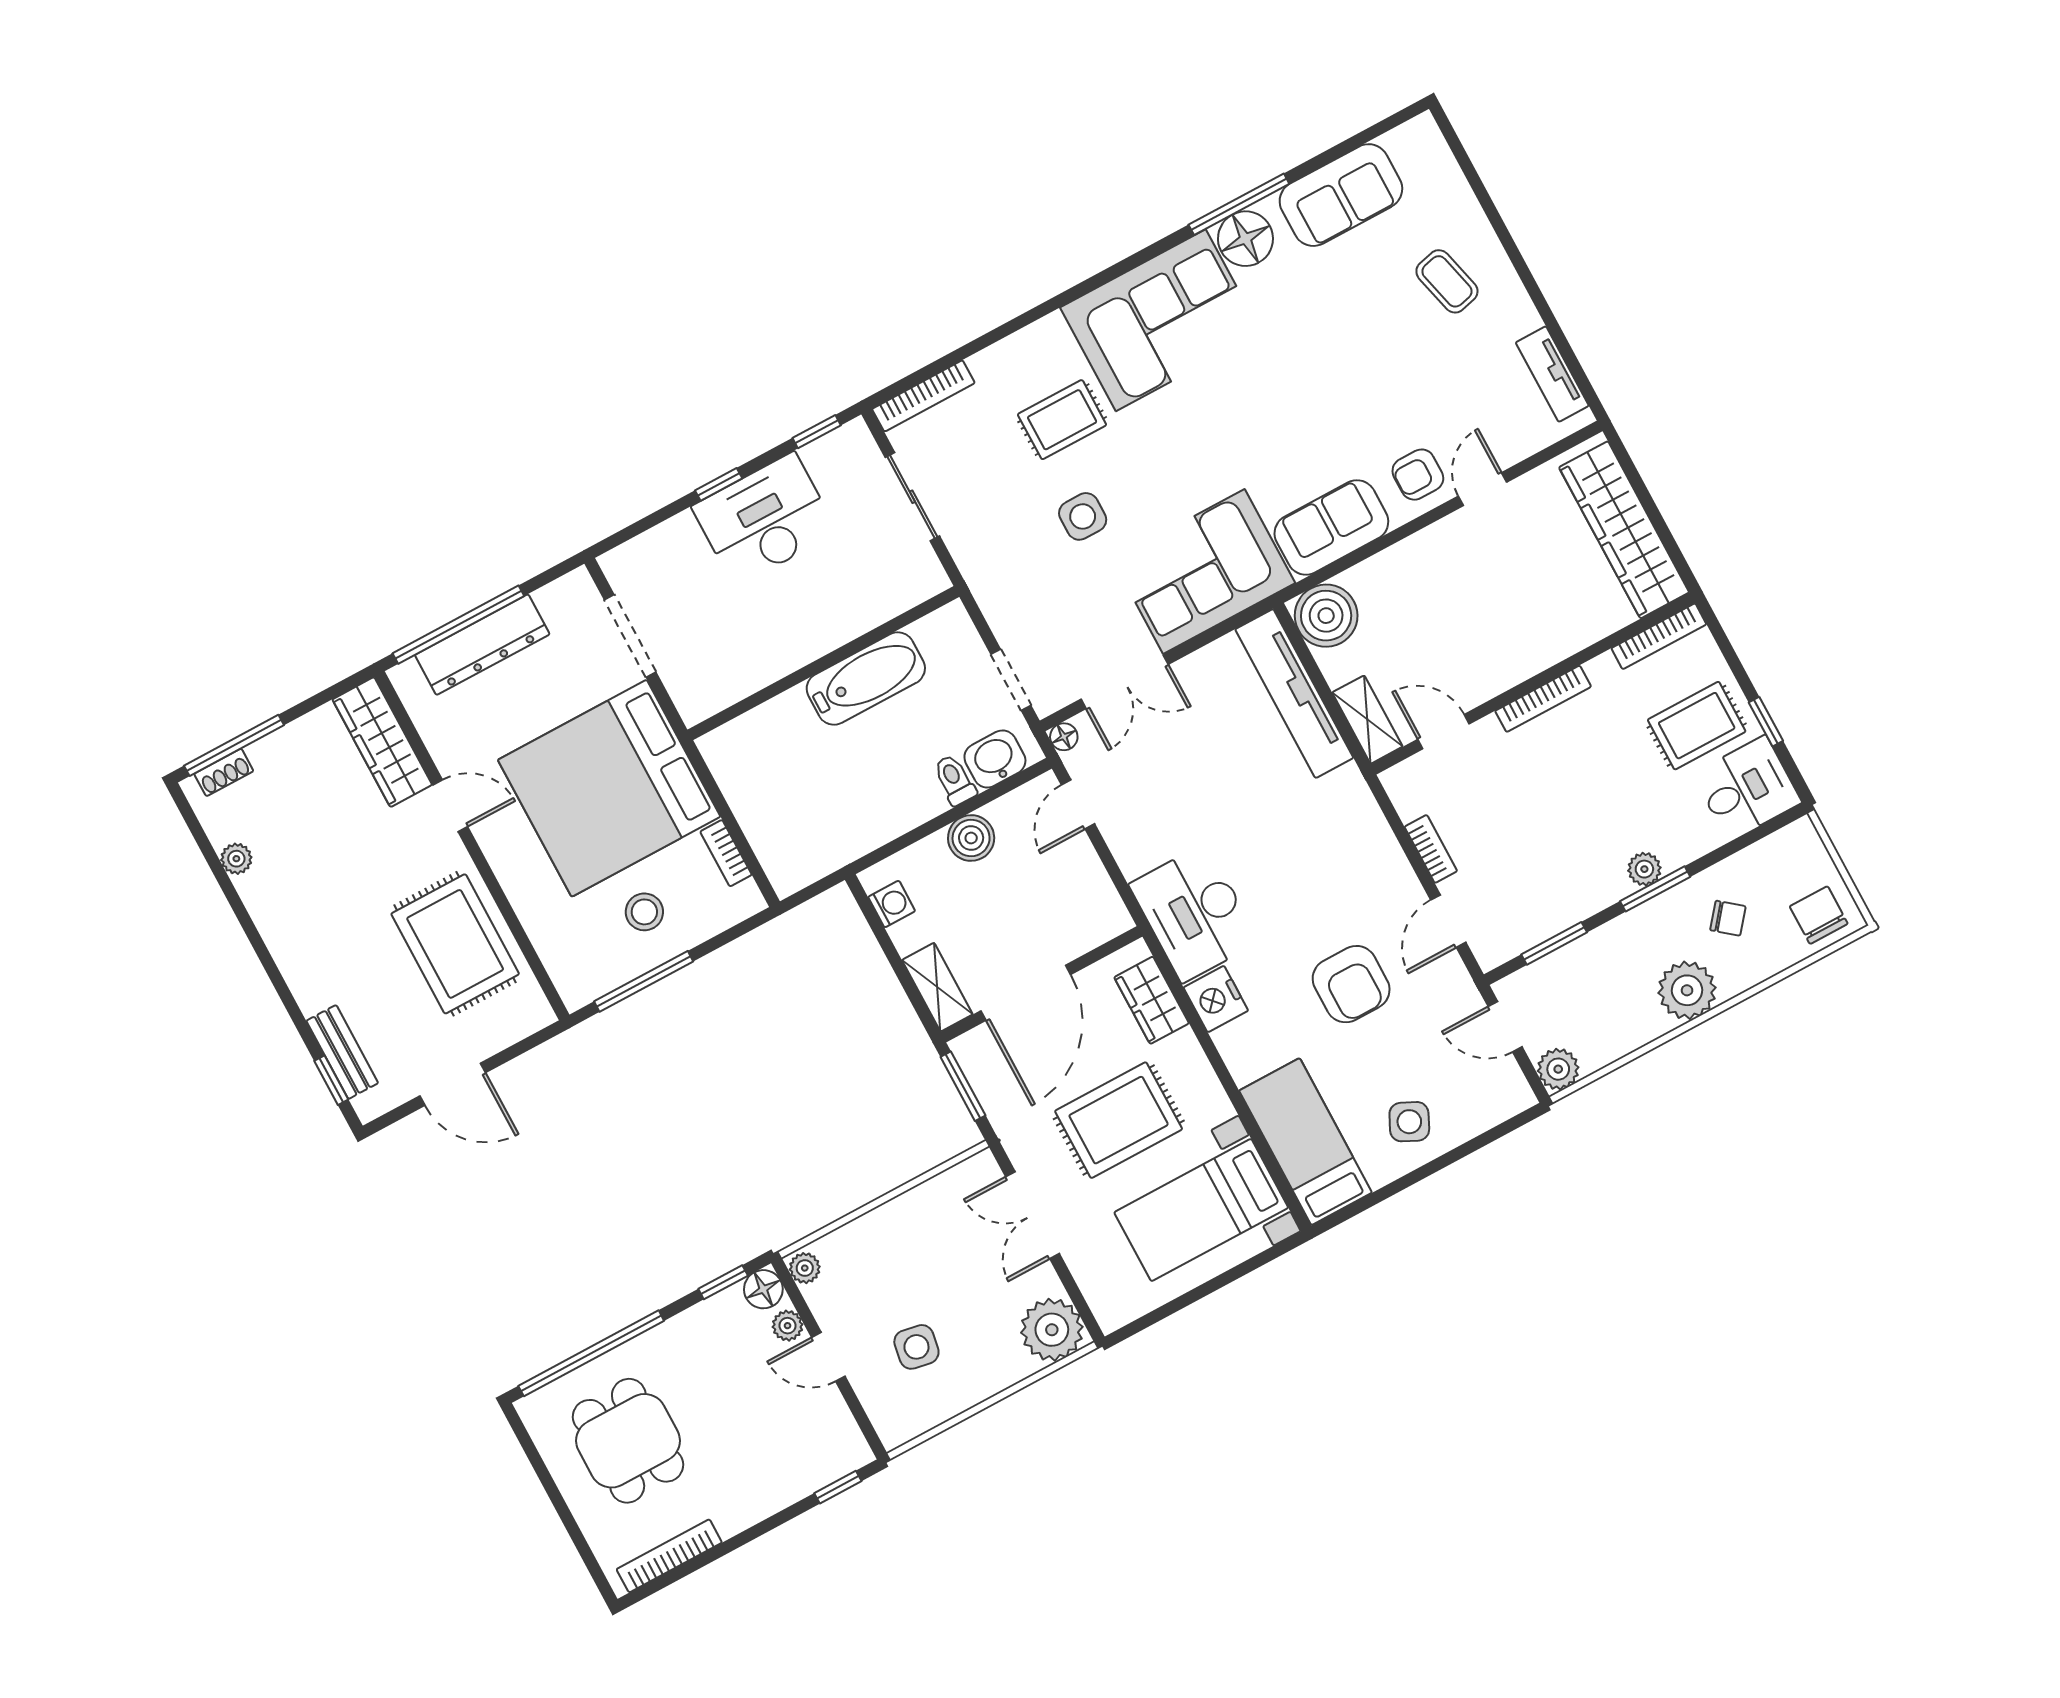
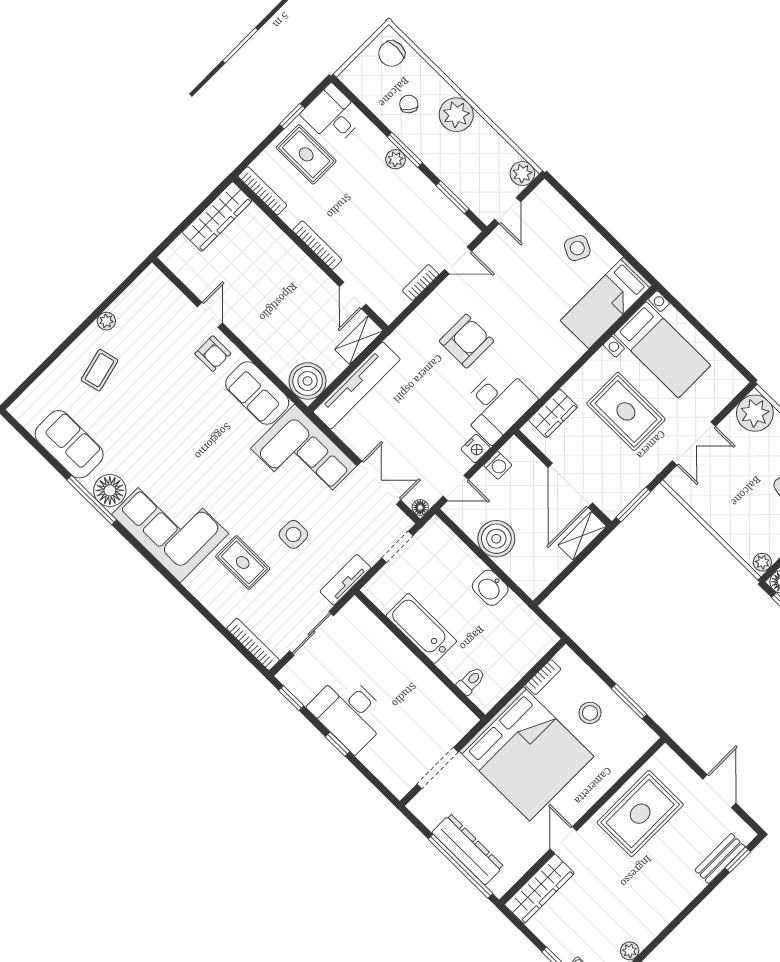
plant: (1524, 317) -> (106, 321), added
tv unit: (1552, 374) -> (345, 580), moved, turned 180
door: (1482, 489) -> (210, 315), swing flipped
wardrobe: (1624, 530) -> (217, 217), width x0.71, depth x0.85
washbasin: (995, 759) -> (490, 588), moved
toilet: (955, 780) -> (471, 681), moved, turned 180
boiler: (971, 838) -> (496, 539), width x1.37, depth x1.37
washing machine: (892, 904) -> (498, 465), moved, turned 180
window: (644, 981) -> (629, 701), width x0.69
armchair: (1351, 984) -> (467, 341), moved
door: (1026, 993) -> (570, 485), swing flipped
nightstand: (1216, 999) -> (476, 449), moved, width x0.74, depth x0.75

